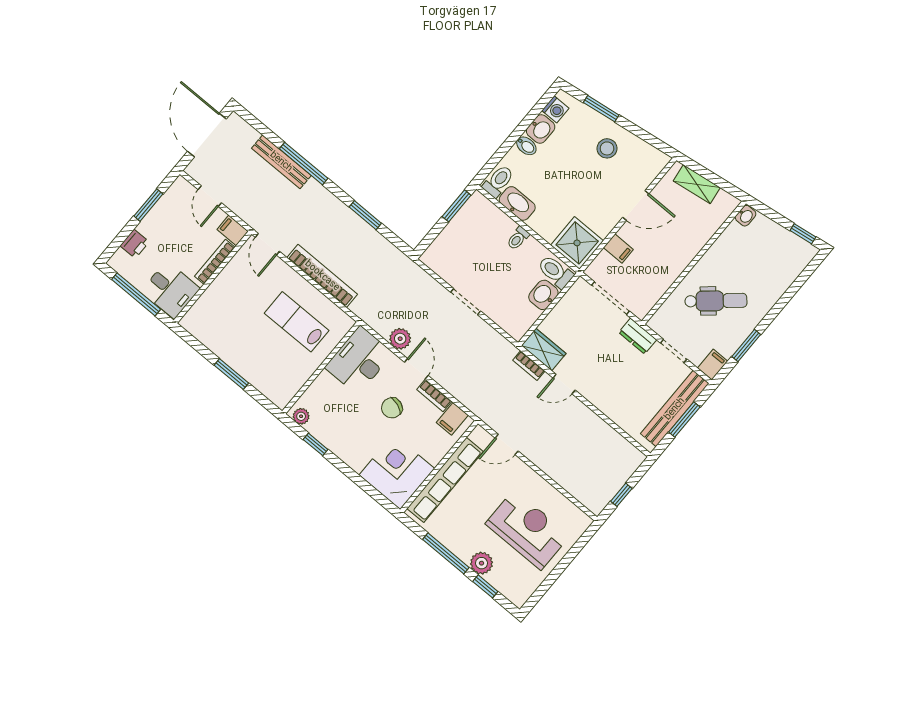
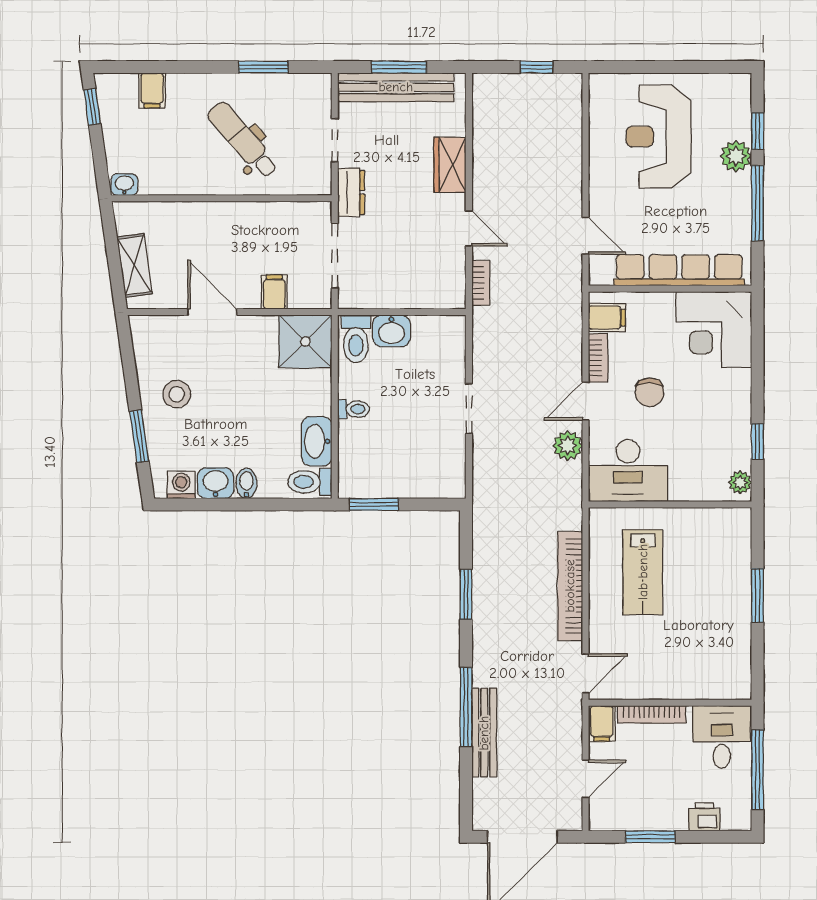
wardrobe: (544, 349) -> (450, 165), moved
filing cabinet: (713, 365) -> (152, 90), moved, turned -90
chair: (392, 408) -> (649, 392), turned 70

